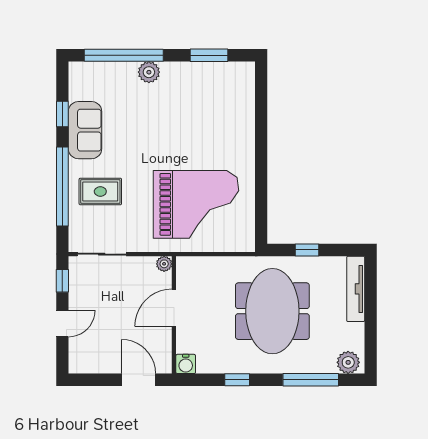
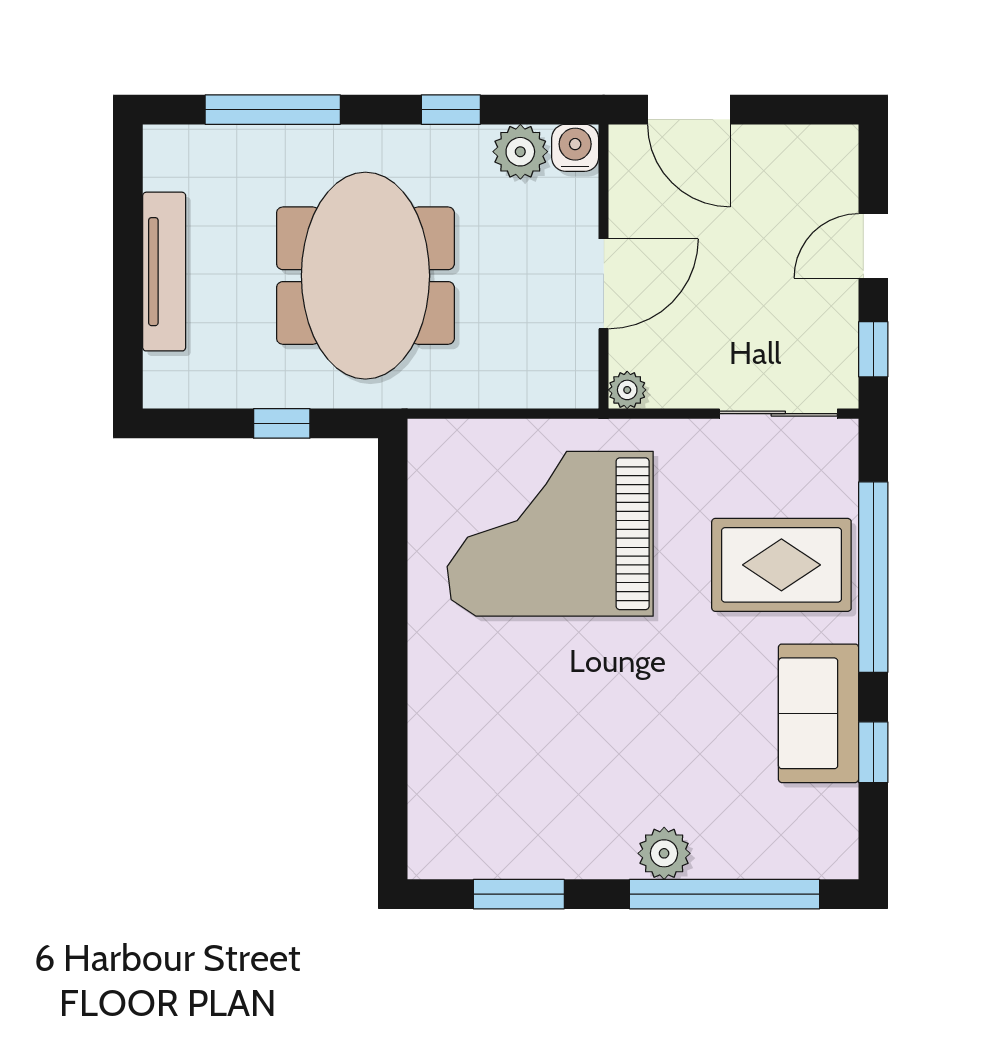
rug: (100, 191) -> (781, 565), width x1.36, depth x1.43
tv unit: (356, 289) -> (164, 272), moved
plant: (348, 362) -> (520, 152), moved

